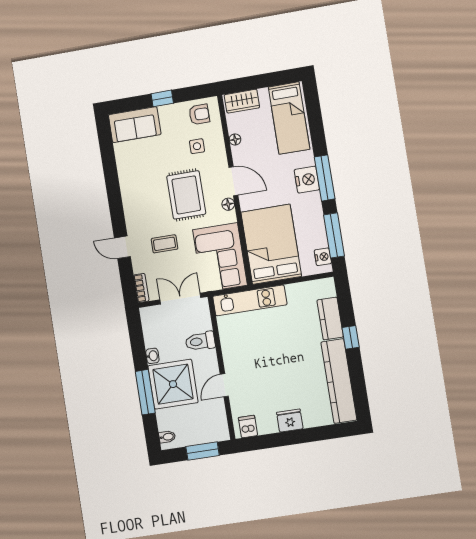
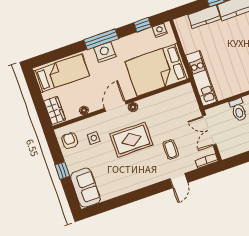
window: (334, 235) -> (142, 25), width x0.46
corner sofa: (220, 257) -> (173, 106), removed

